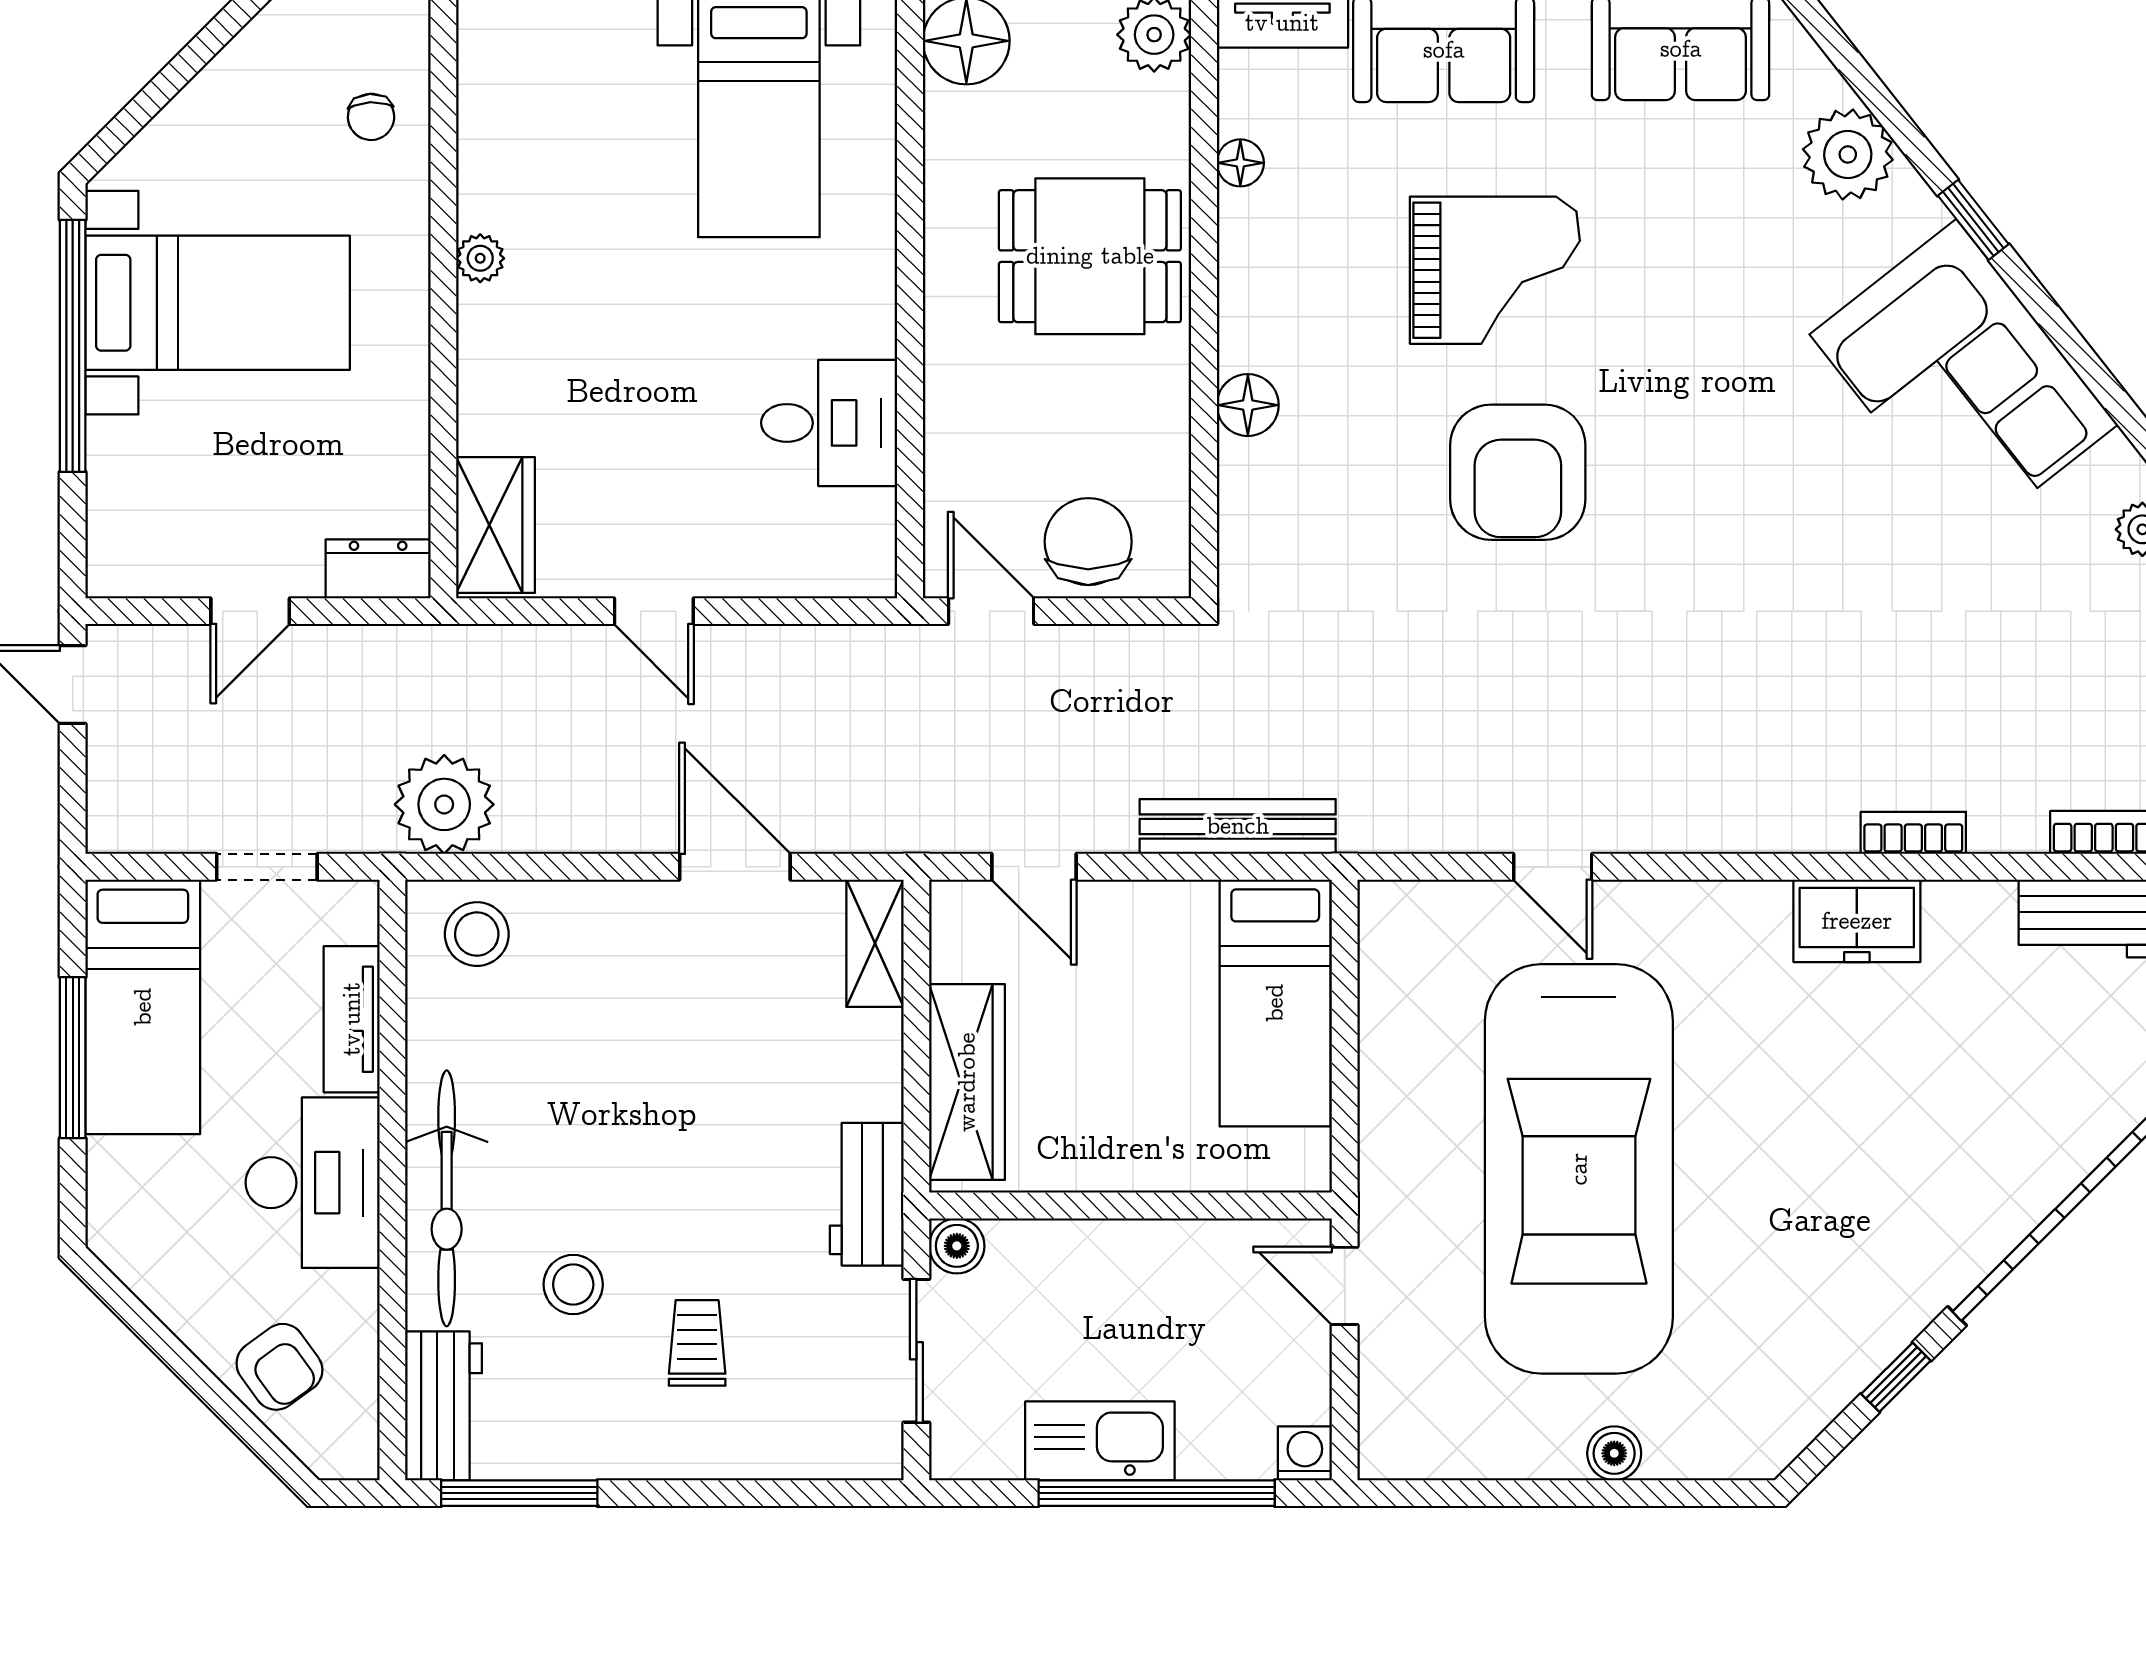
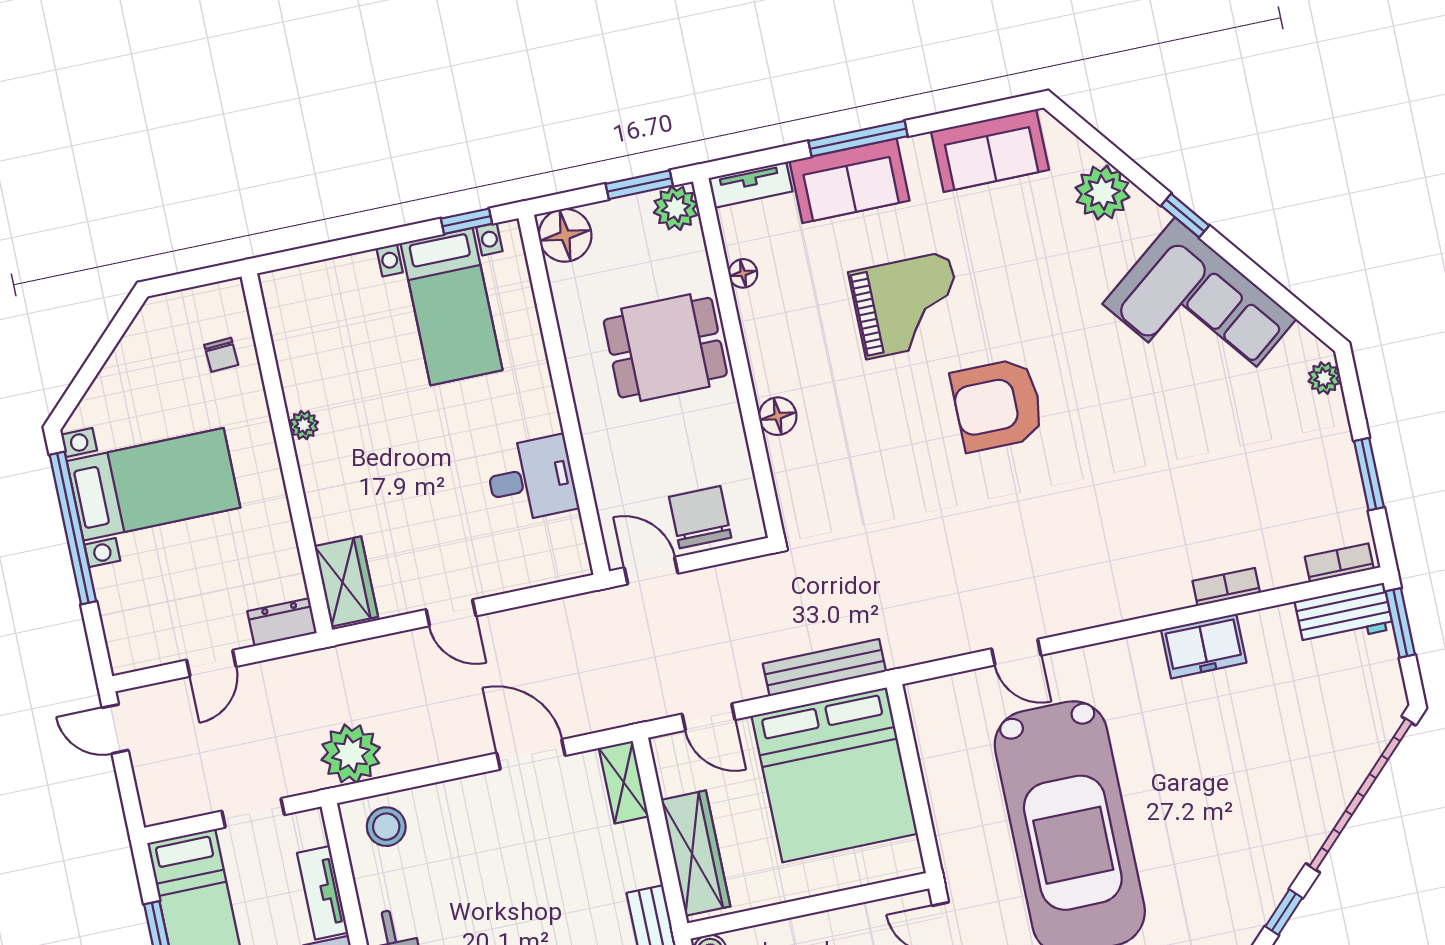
armchair: (1518, 472) -> (998, 405), moved, turned 90
bed: (1275, 1003) -> (834, 775), width x2.04

